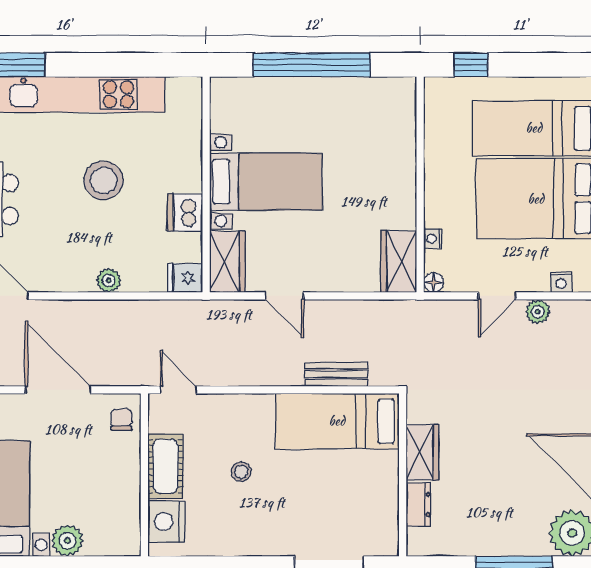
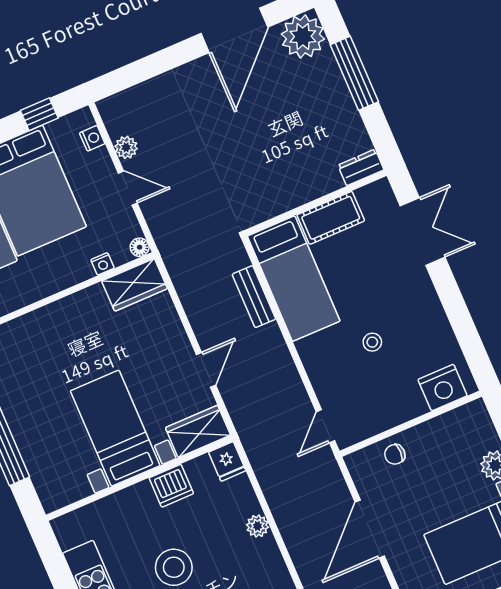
chair: (121, 420) -> (395, 454), moved
wardrobe: (422, 452) -> (289, 194), removed
cot: (165, 466) -> (331, 218), moved
dresser: (418, 504) -> (361, 167), moved

